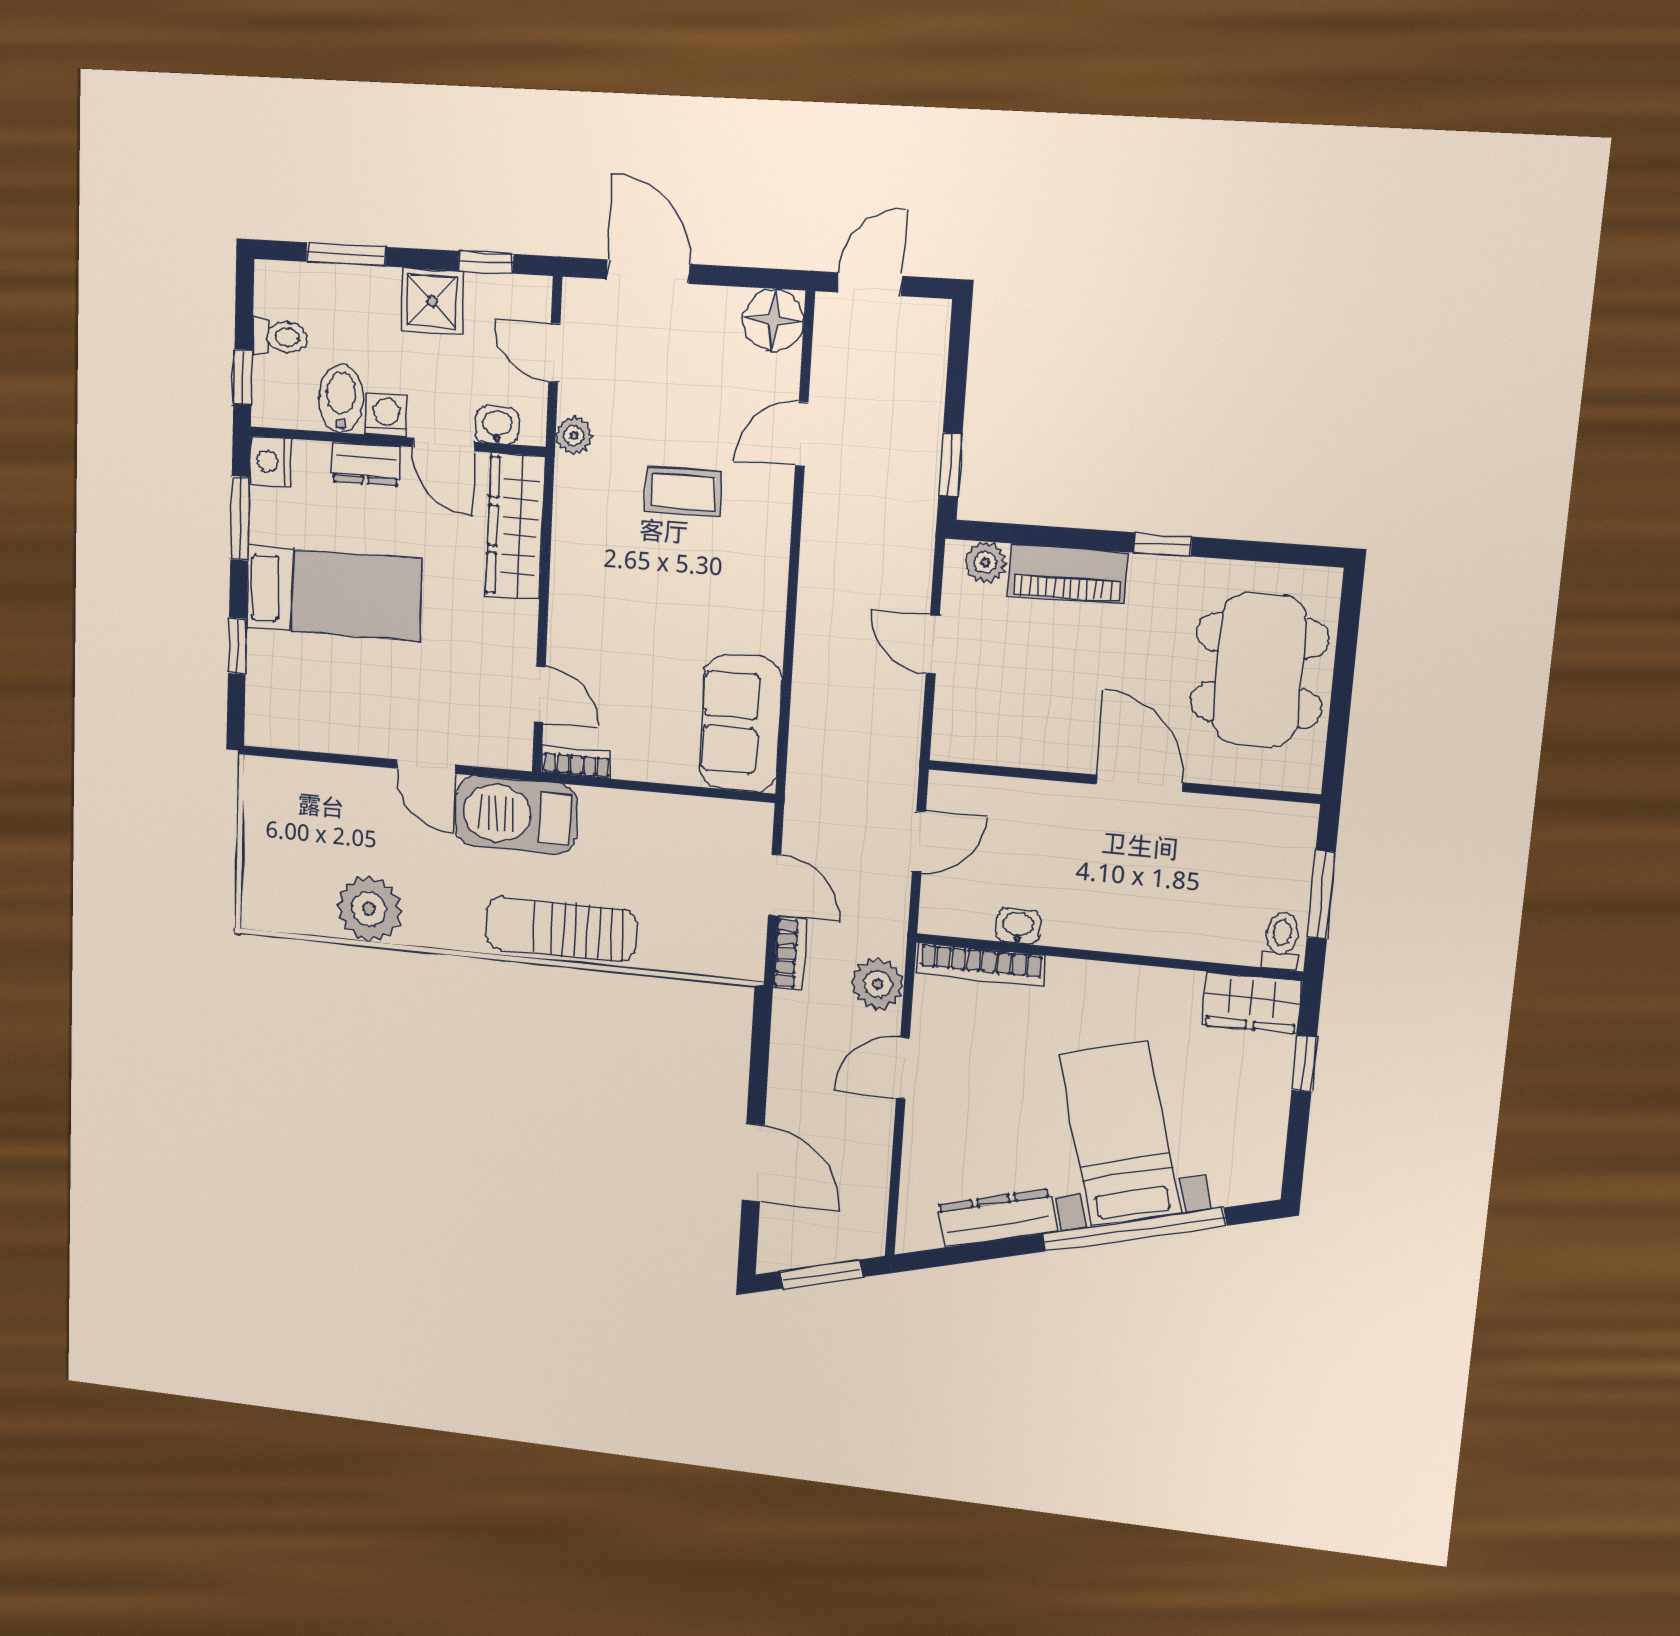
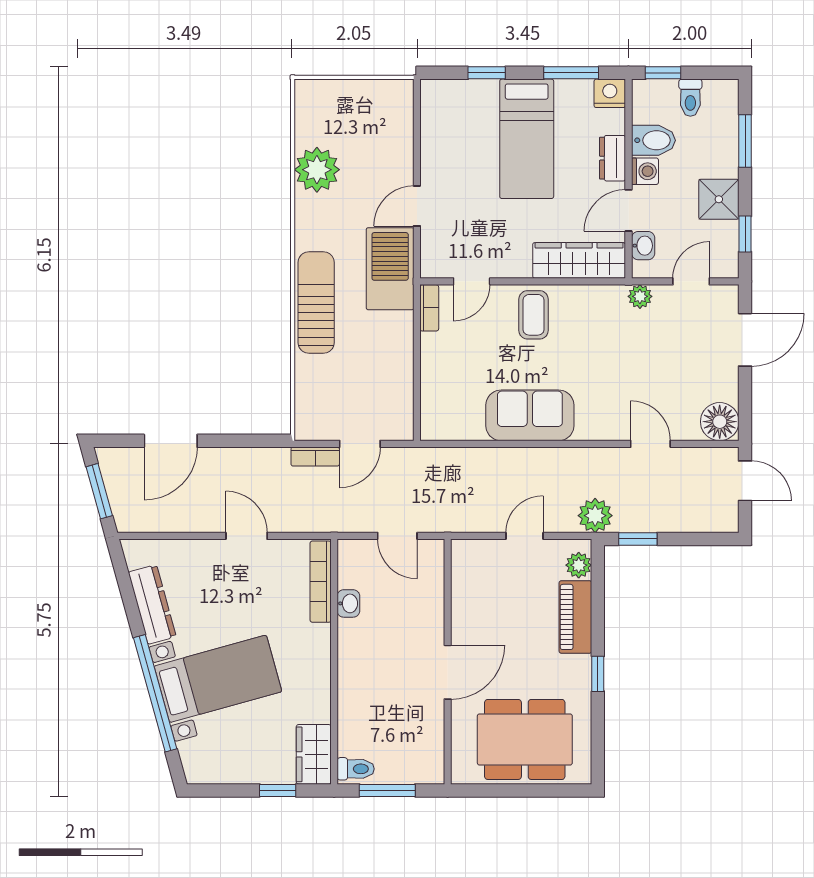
coffee table: (683, 492) -> (534, 315), moved
sofa: (741, 723) -> (530, 415), moved
plant: (878, 984) -> (595, 516), moved

